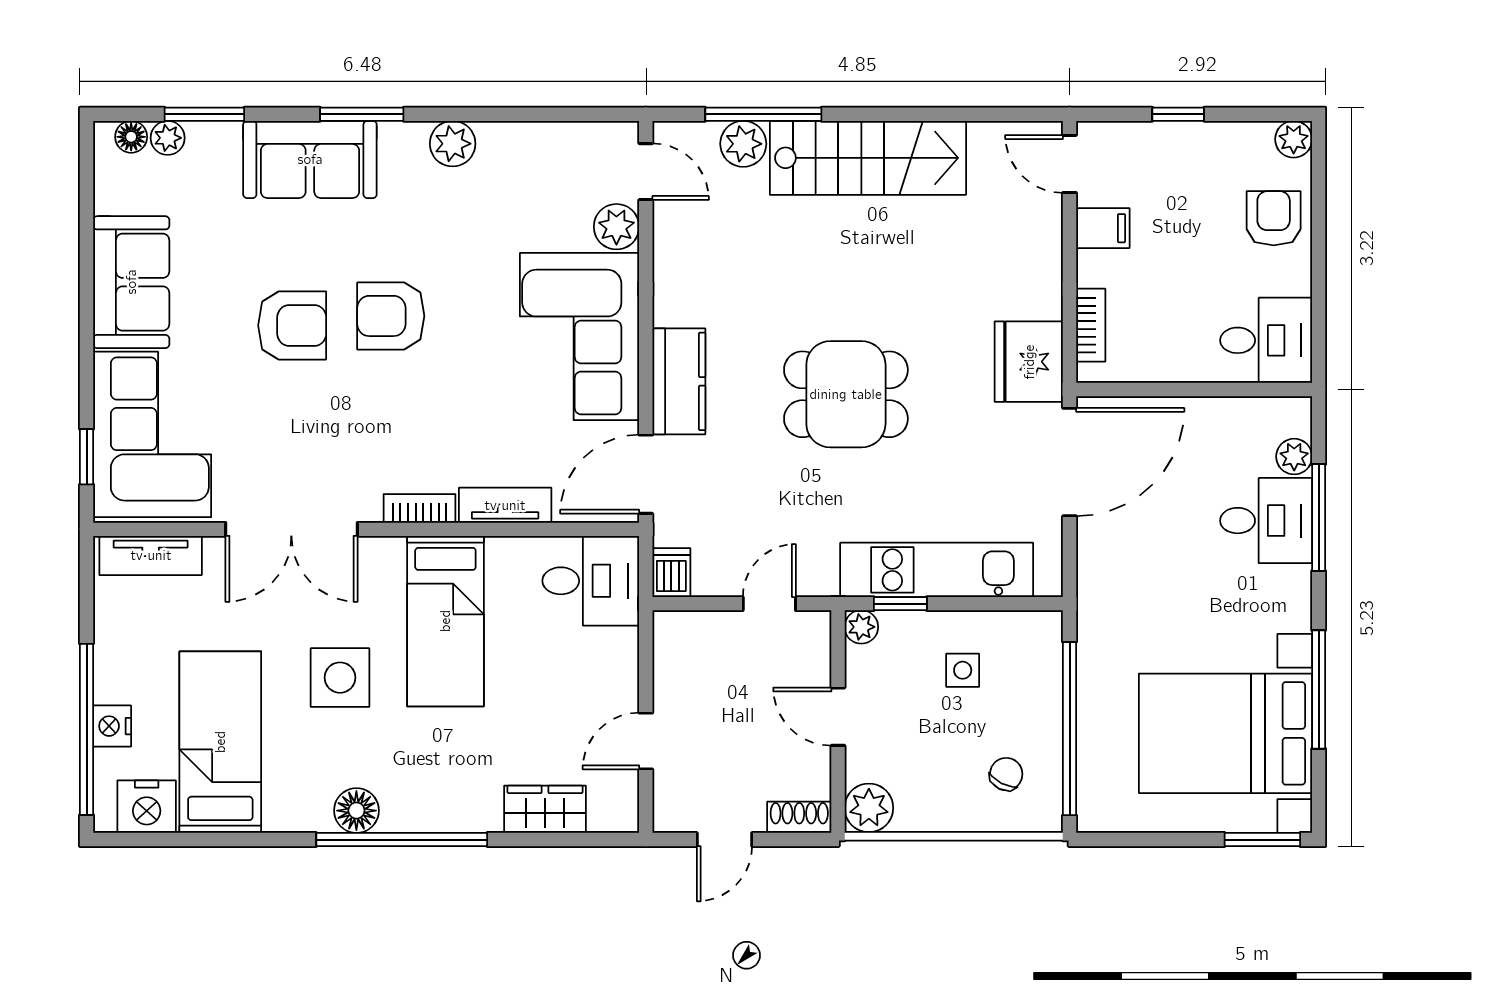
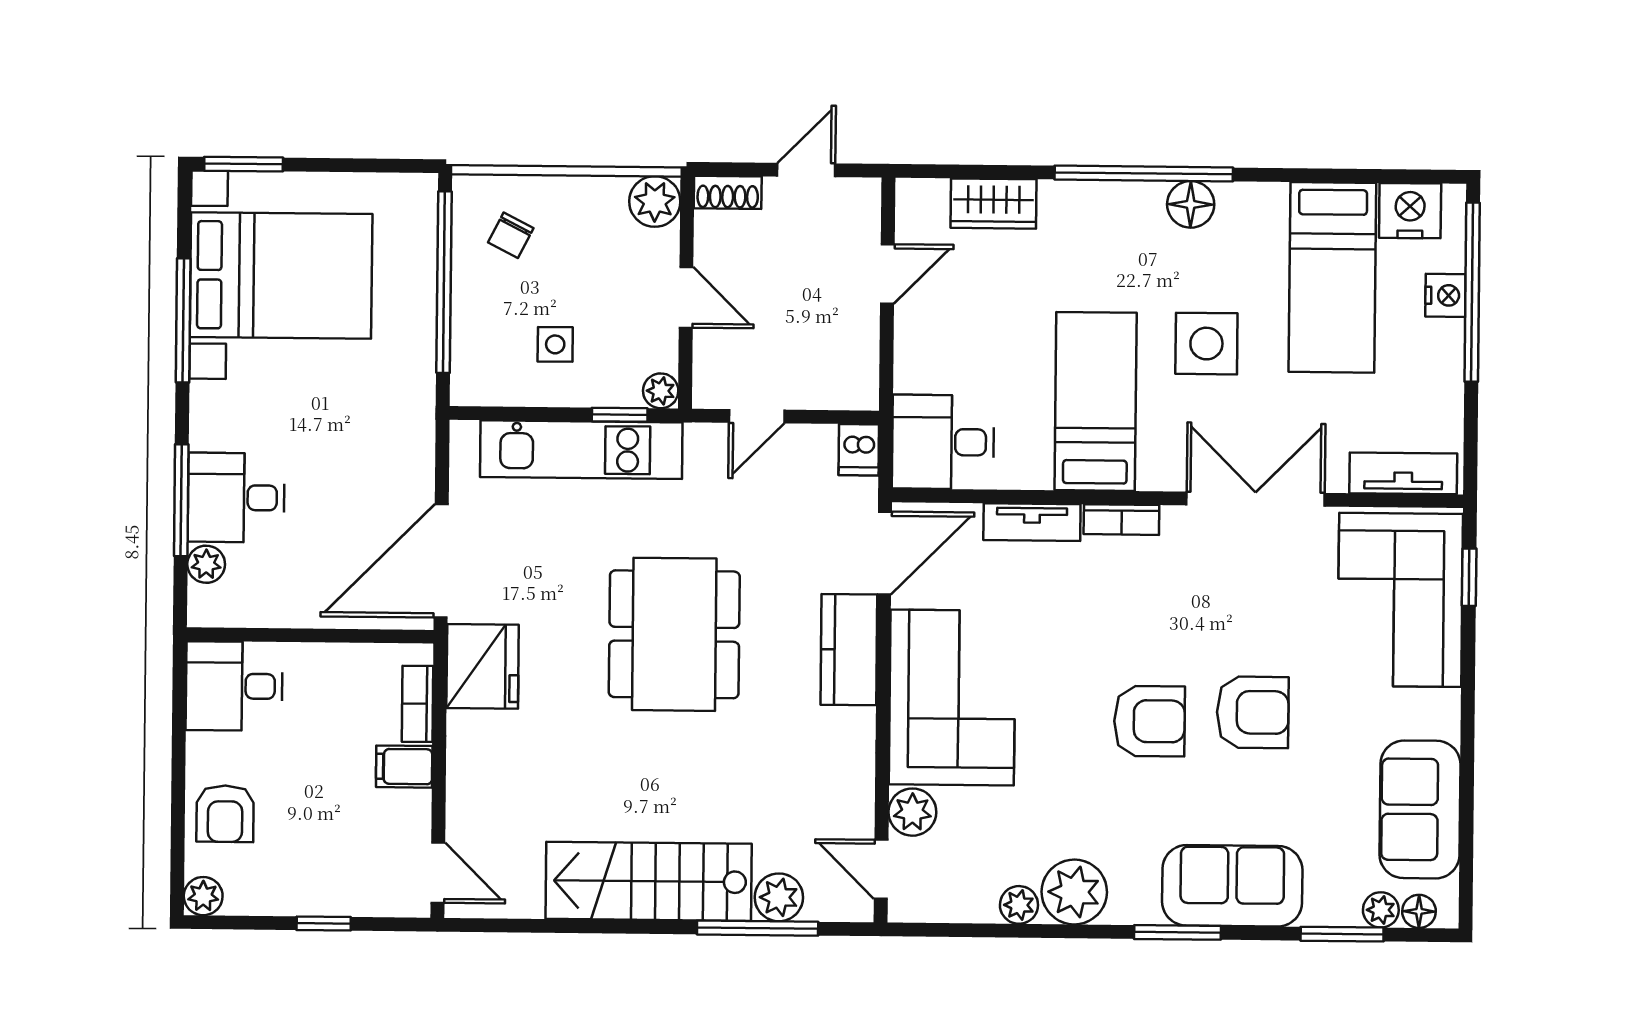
plant: (514, 139) -> (1019, 905), added
plant: (453, 144) -> (1074, 892), width x1.36, depth x1.36
filing cabinet: (1103, 228) -> (404, 767), moved
sofa: (131, 282) -> (1420, 809), moved
armchair: (292, 325) -> (1253, 712), turned 180
dining table: (846, 394) -> (674, 634), width x1.38

